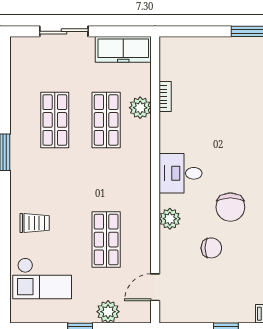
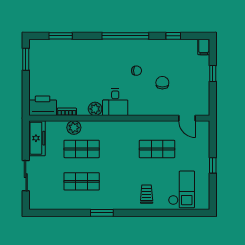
printer: (175, 58) -> (43, 106), added
chair: (230, 207) -> (137, 71), width x0.54, depth x0.54
plant: (170, 219) -> (95, 109), moved
plant: (108, 312) -> (203, 148), removed

